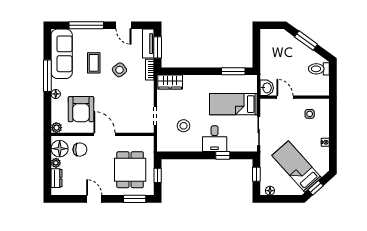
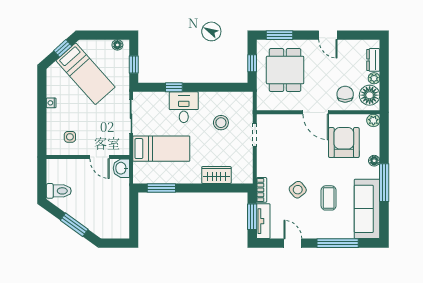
wardrobe: (170, 82) -> (216, 175), moved
chair: (80, 150) -> (345, 94), turned 90

